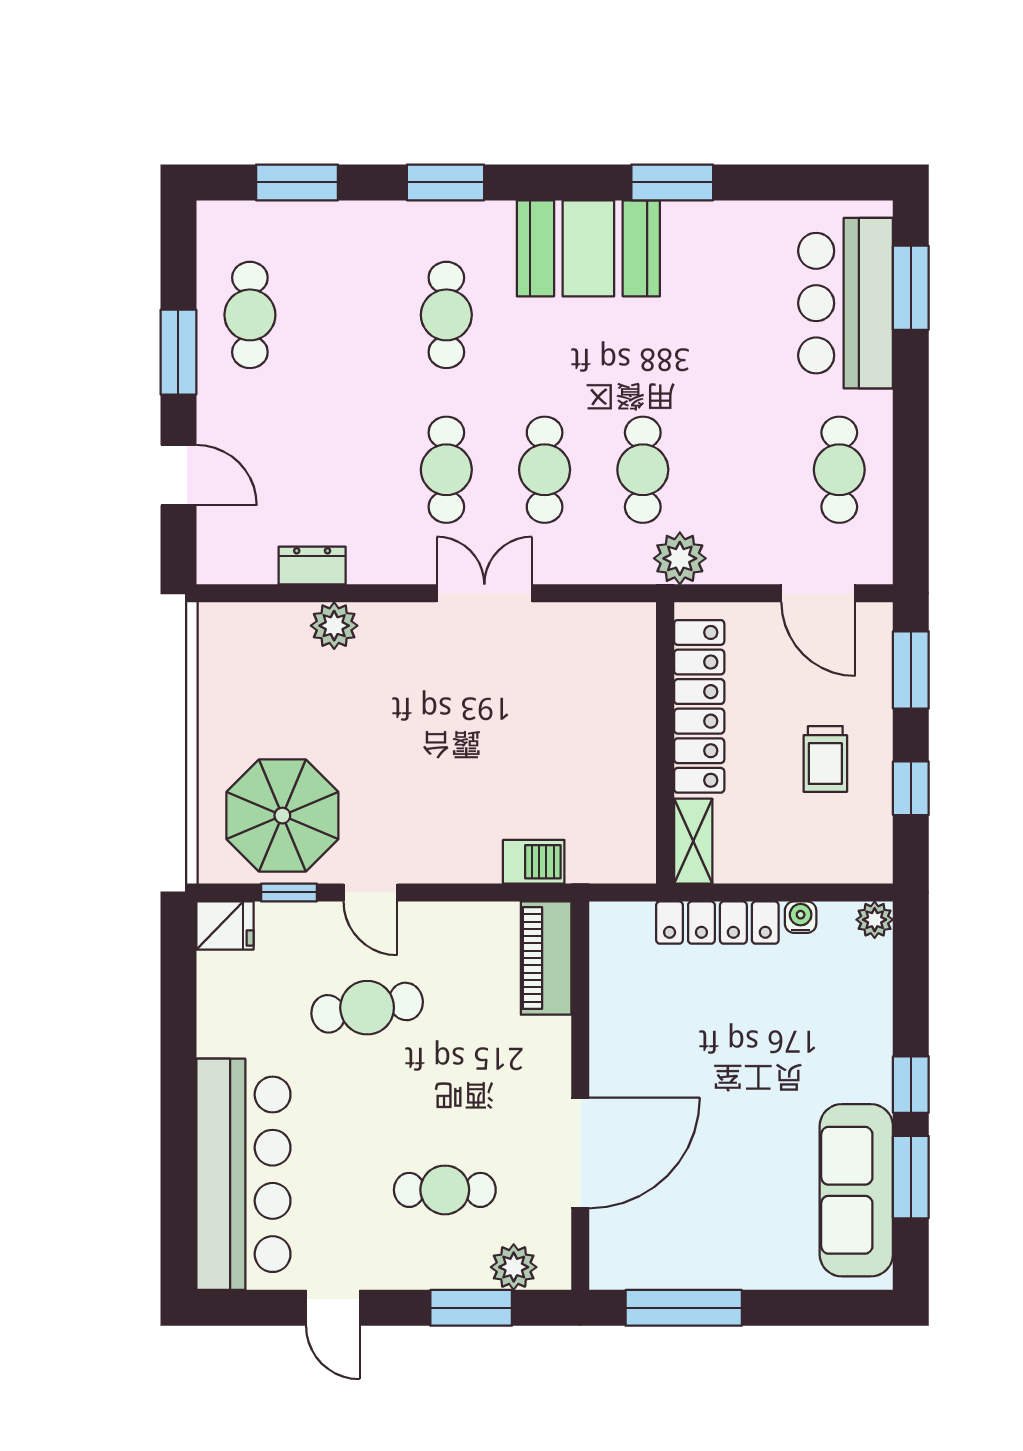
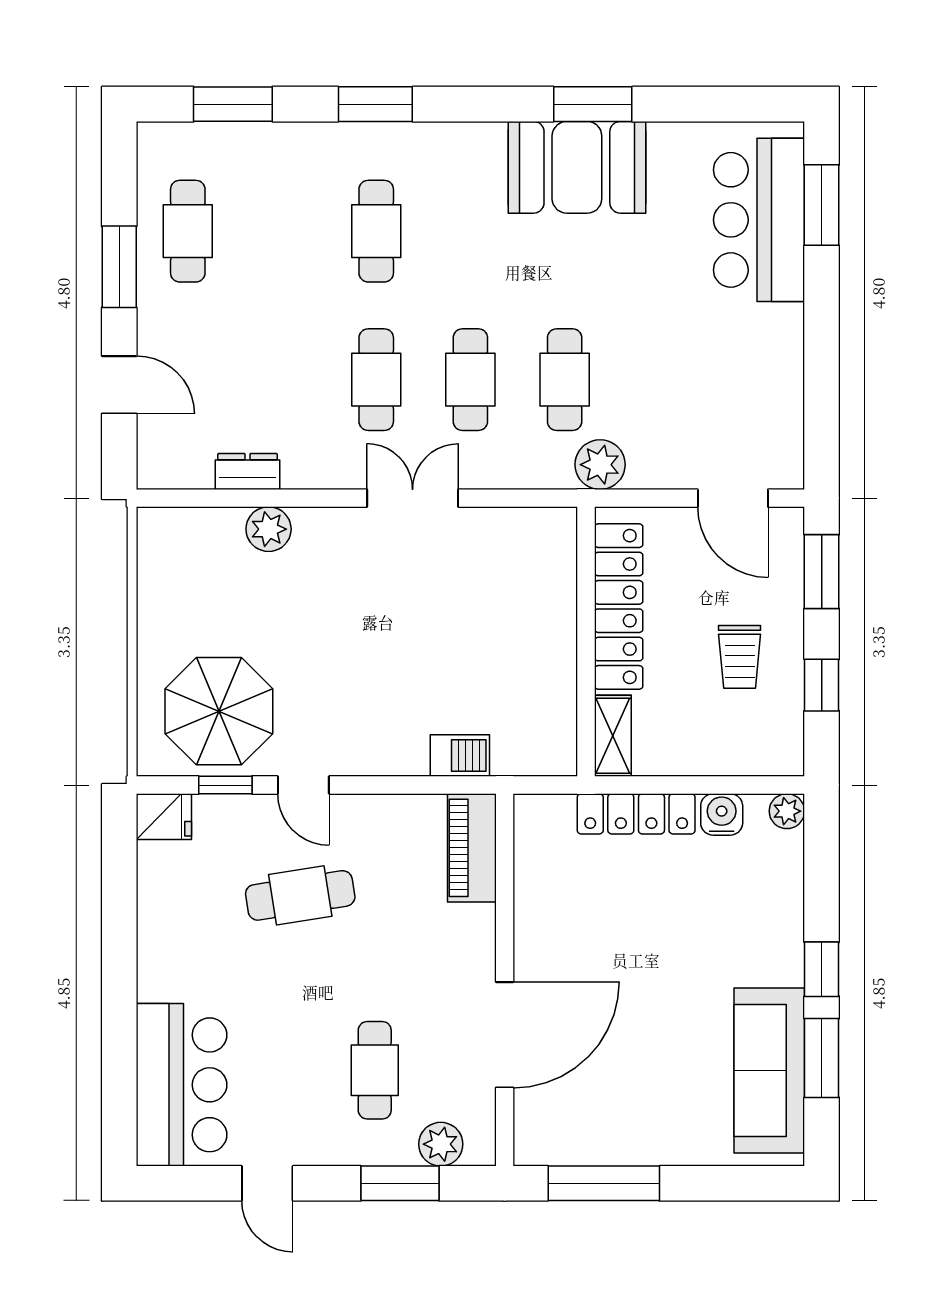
booth: (588, 248) -> (577, 167), moved
cafe table: (839, 470) -> (753, 380), removed
water cooler: (801, 917) -> (722, 814), width x1.38, depth x1.38
bar counter: (243, 1174) -> (182, 1085), width x0.73
cafe table: (445, 1190) -> (375, 1070), turned 90

